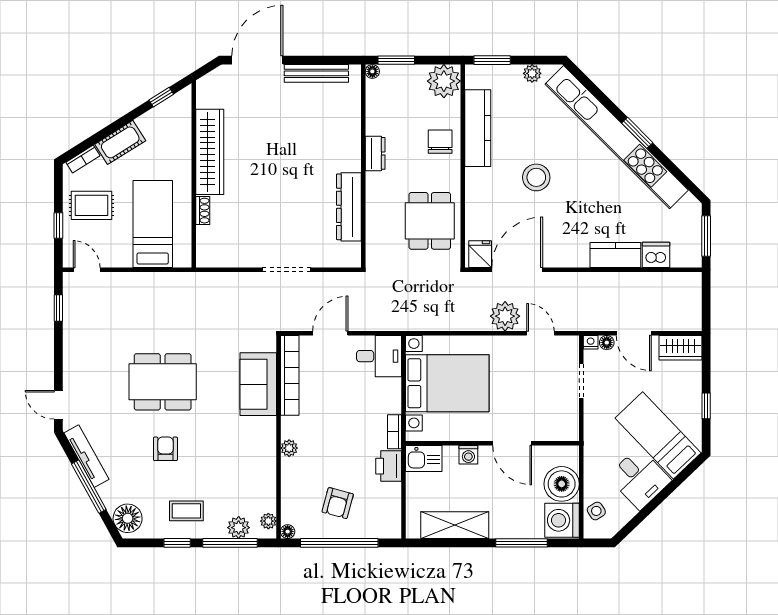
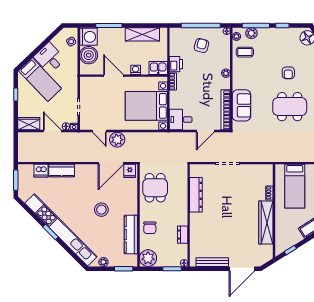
dresser: (375, 153) -> (183, 235), moved
coffee table: (186, 511) -> (245, 52), moved

